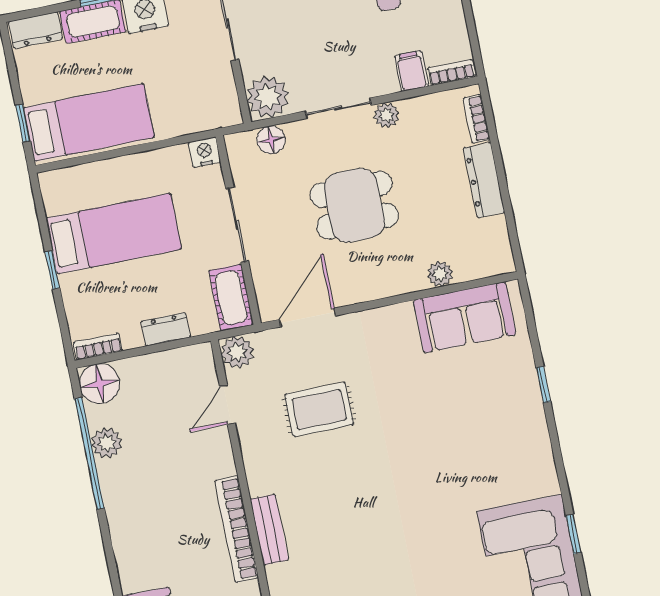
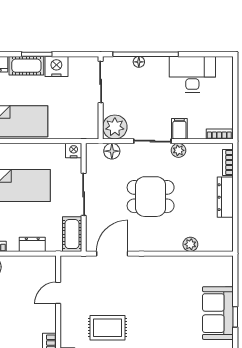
filing cabinet: (412, 71) -> (179, 129), moved
sofa: (465, 317) -> (218, 313), moved, turned 90
plant: (237, 352) -> (69, 265), removed
rug: (319, 409) -> (108, 328), moved

